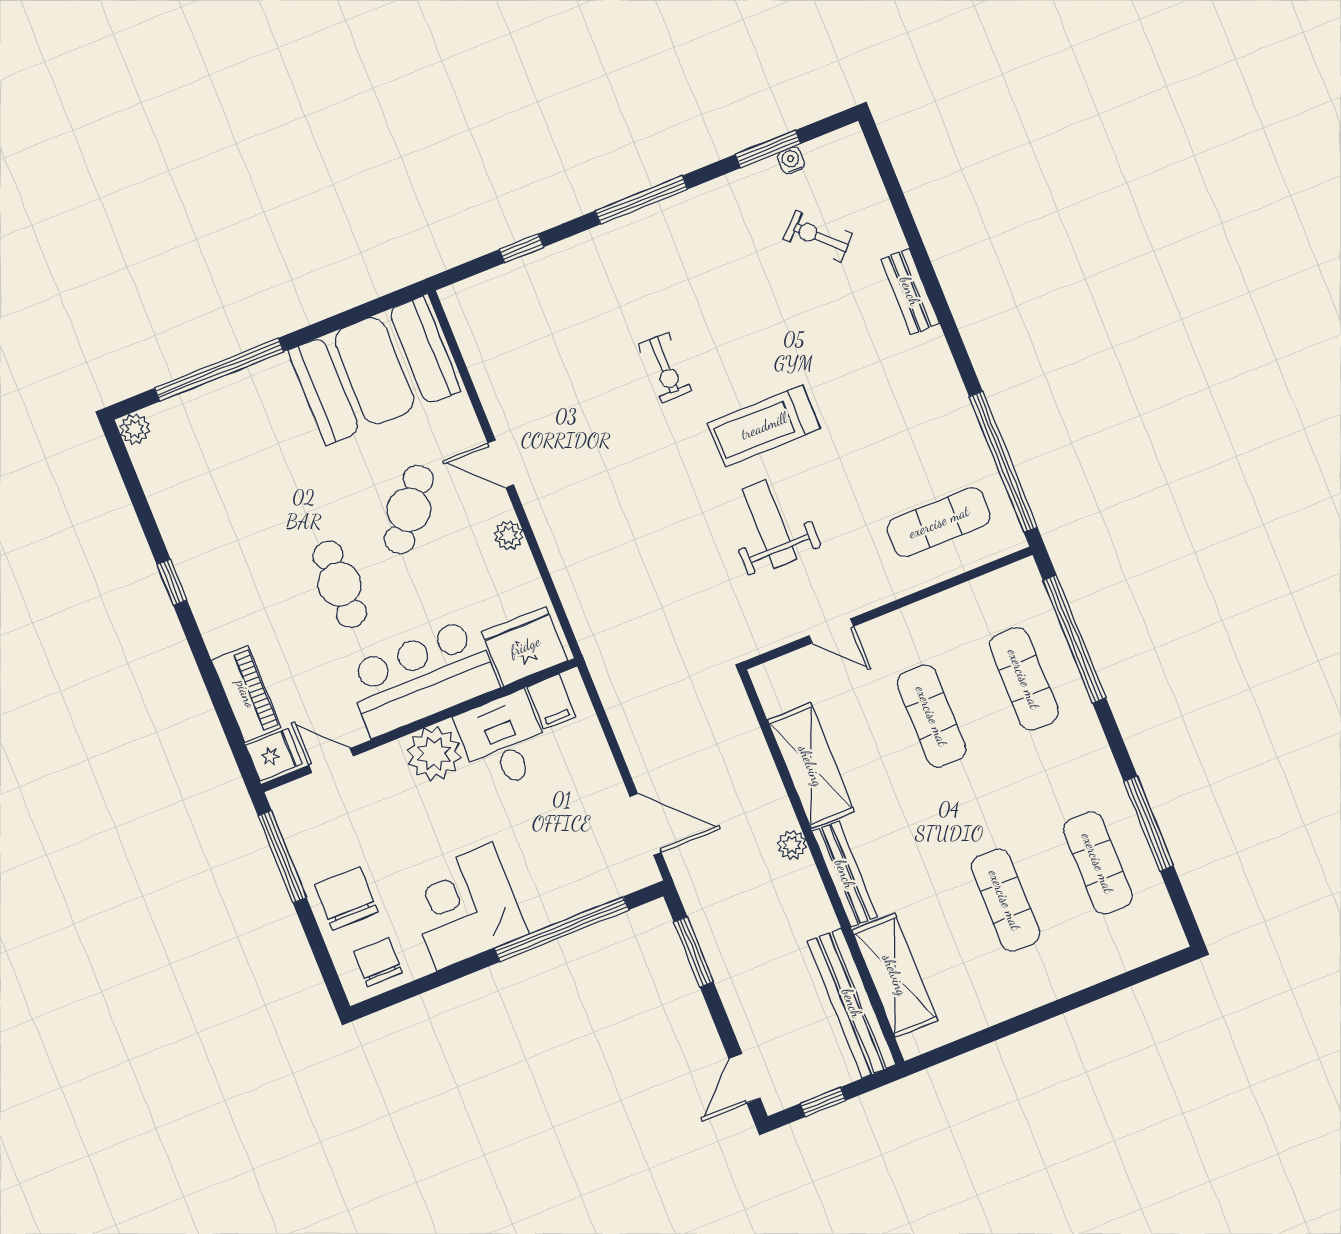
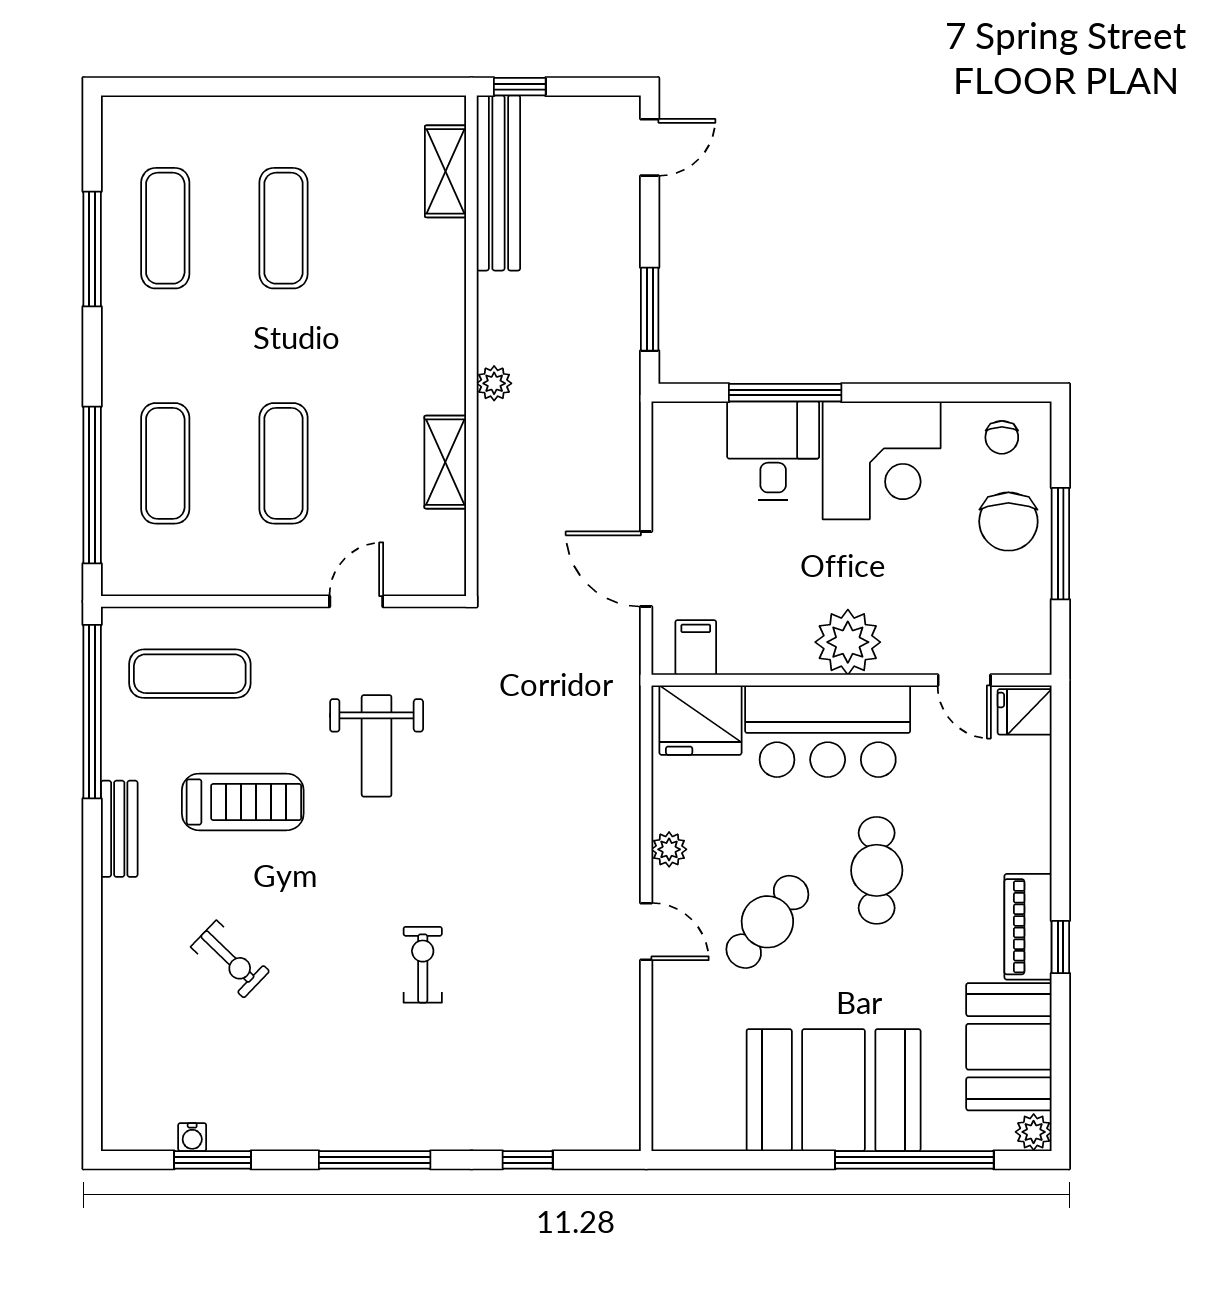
exercise bike: (818, 236) -> (230, 959), moved
bench: (910, 291) -> (119, 829), moved
booth: (374, 371) -> (834, 1090), moved
treadmill: (764, 426) -> (243, 802), moved
booth: (181, 488) -> (1009, 1047), added
door: (831, 631) -> (356, 601), hinge flipped
piano: (246, 694) -> (1028, 927), moved
desk: (504, 741) -> (773, 451), moved, turned 180
shelving: (811, 766) -> (445, 462), width x0.67, depth x0.75
door: (646, 824) -> (646, 569), moved
window: (282, 857) -> (1060, 544), moved
bench: (845, 874) -> (449, 328), removed
window: (562, 929) -> (785, 393), width x0.68
chair: (378, 962) -> (1002, 437), width x0.73, depth x0.73
shelving: (895, 975) -> (446, 171), width x0.67, depth x0.75
window: (823, 1102) -> (520, 87), moved

